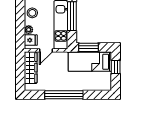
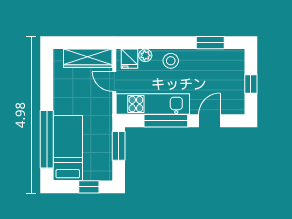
bed: (90, 62) -> (68, 148), moved
window: (64, 95) -> (47, 139), moved

